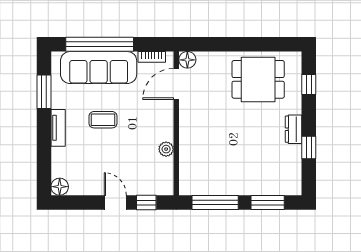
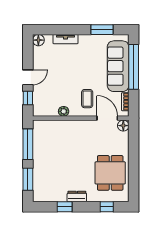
coffee table: (103, 120) -> (87, 99), moved
tv unit: (58, 128) -> (66, 39), moved

